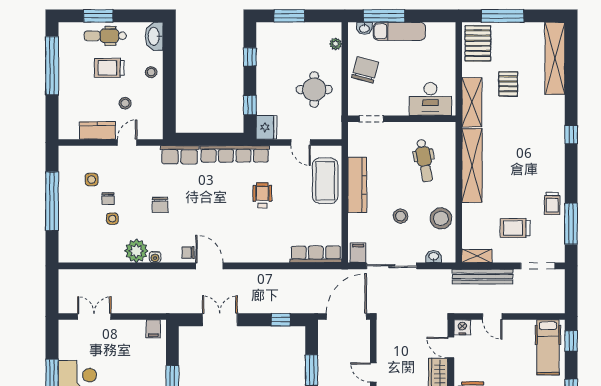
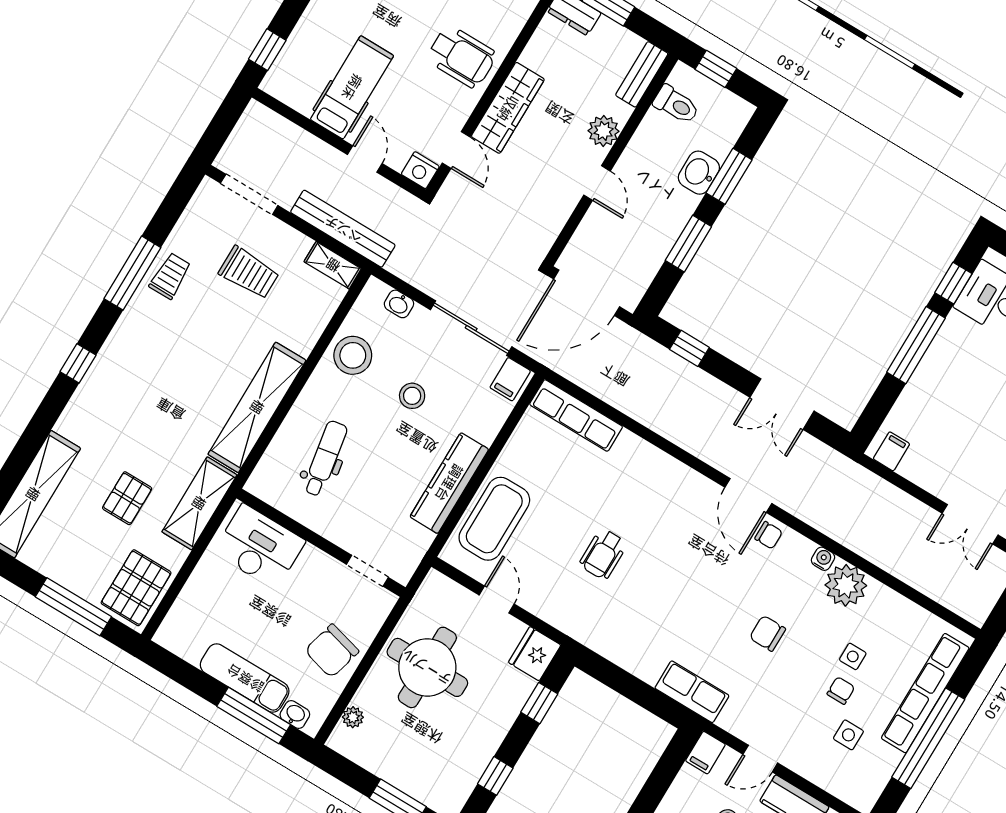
round table: (314, 90) -> (427, 667), width x1.36, depth x1.36
filing cabinet: (155, 129) -> (705, 753), added
row of seats: (235, 154) -> (925, 693), moved, turned -90
chair: (160, 205) -> (768, 633), turned -89
window: (571, 224) -> (132, 273), moved
hospital bed: (548, 347) -> (352, 87), moved

